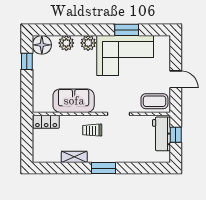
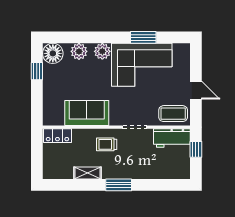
workbench: (162, 134) -> (172, 138), moved, turned -90

